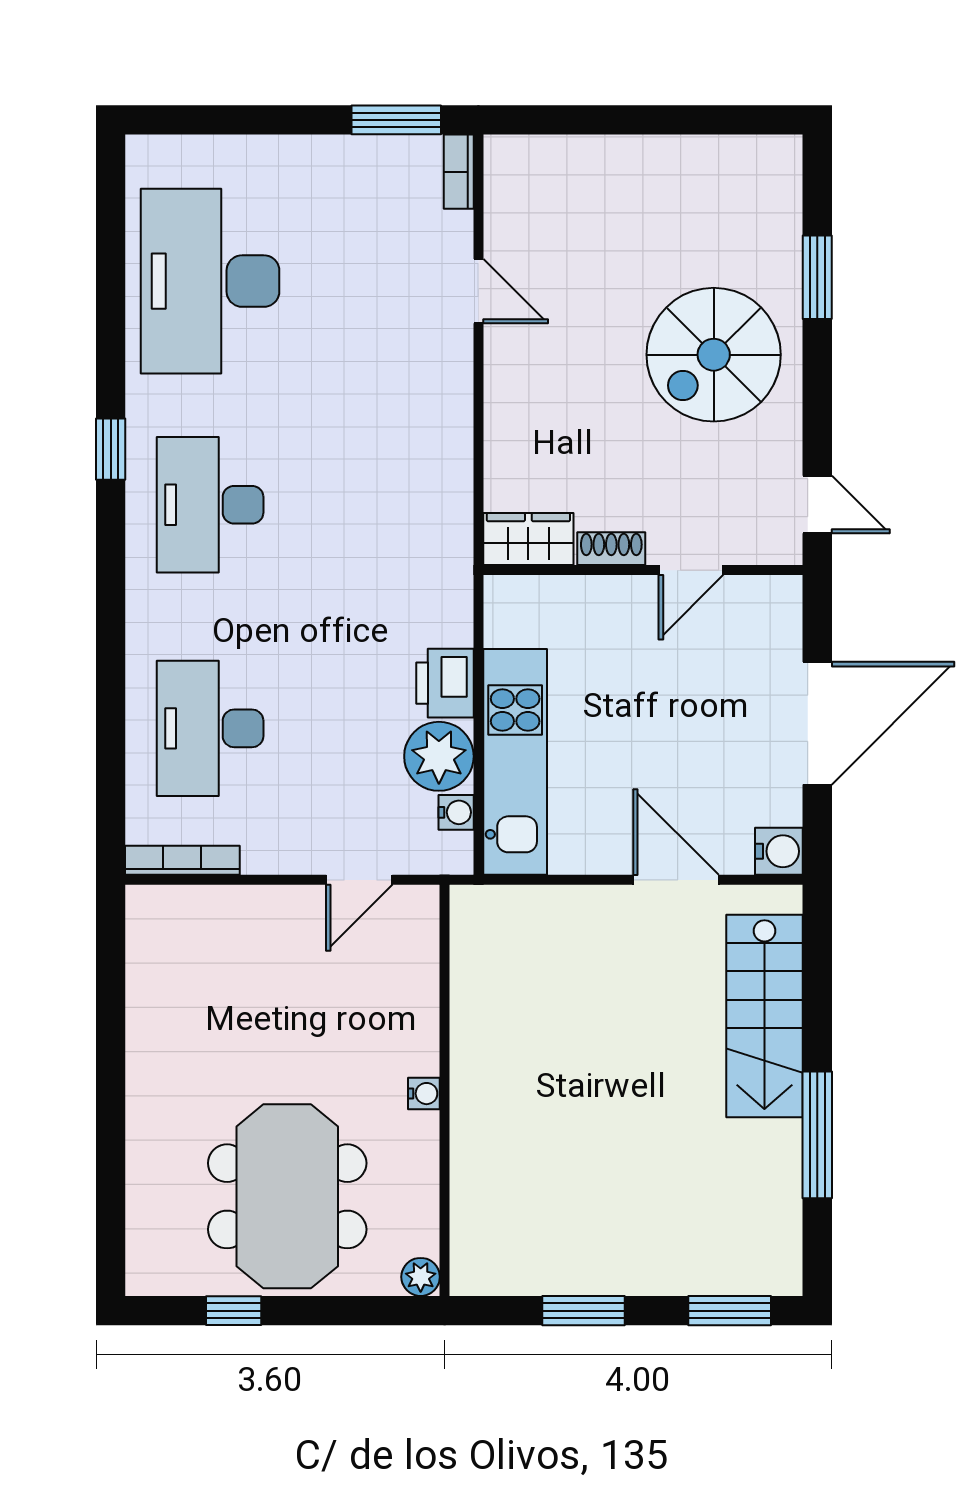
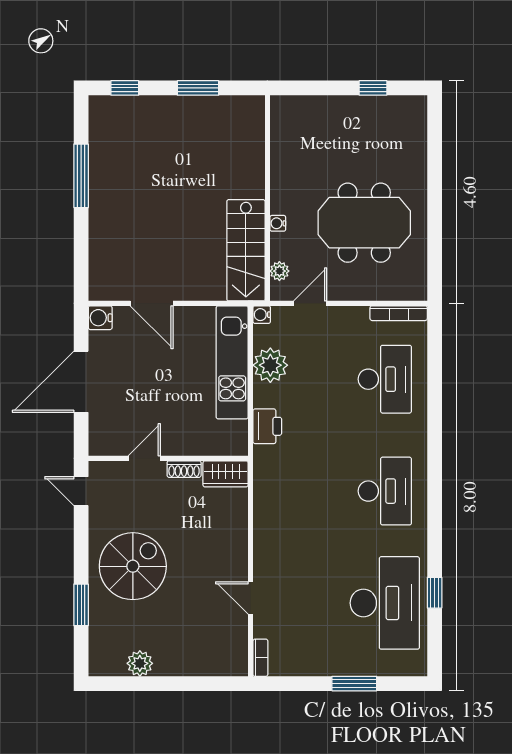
window: (396, 120) -> (354, 684), moved
plant: (700, 160) -> (140, 663), added
window: (111, 449) -> (435, 593), moved
printer: (445, 683) -> (267, 426), moved
water cooler: (456, 812) -> (262, 315), moved
stairs: (764, 1016) -> (246, 250), moved, turned 180
water cooler: (424, 1094) -> (278, 223), moved
meeting table: (287, 1196) -> (364, 223), moved, turned 90
plant: (421, 1277) -> (279, 271), moved
window: (730, 1311) -> (125, 88), width x0.67

